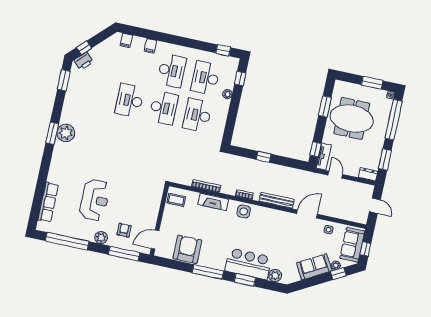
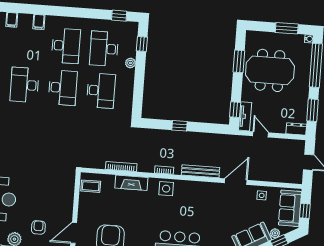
desk: (197, 115) -> (101, 91), turned 180

